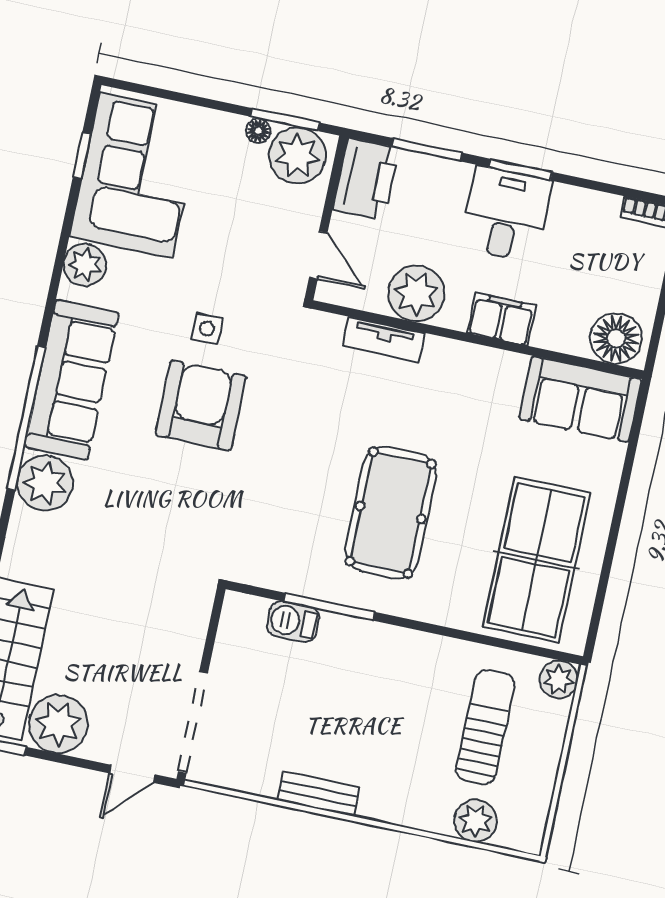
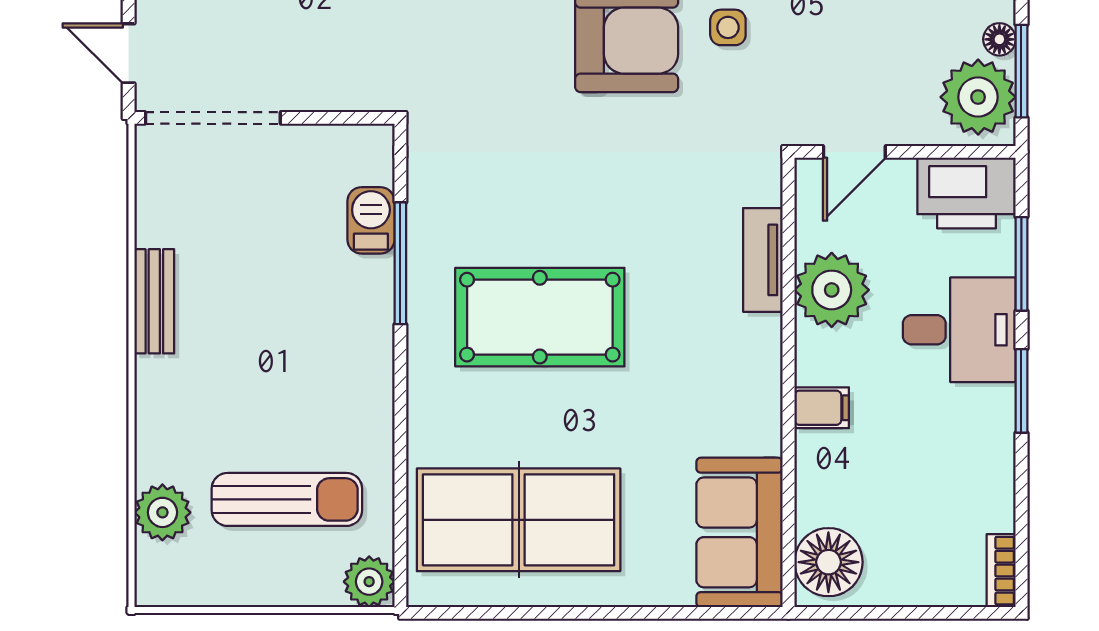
desk: (506, 214) -> (959, 330), moved
filing cabinet: (502, 319) -> (822, 408), width x0.50

